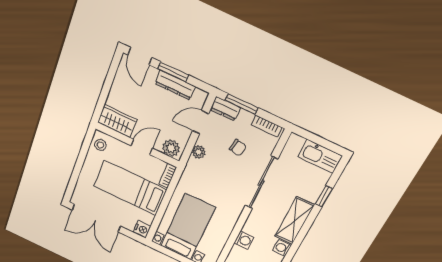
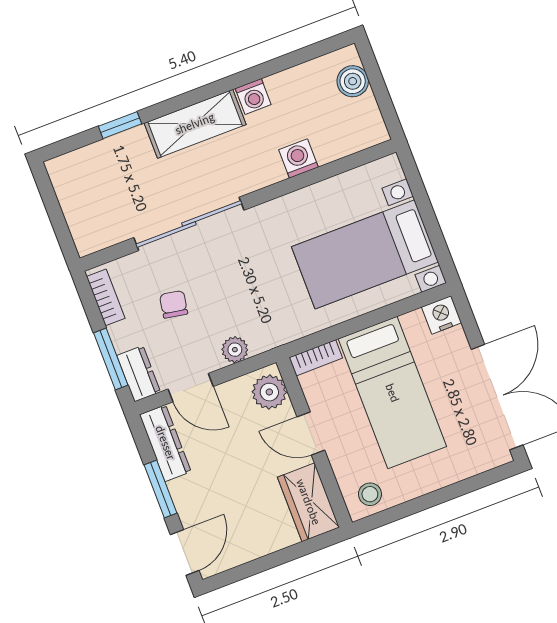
dresser: (175, 85) -> (165, 443), moved
kitchen sink: (320, 156) -> (73, 189), removed

